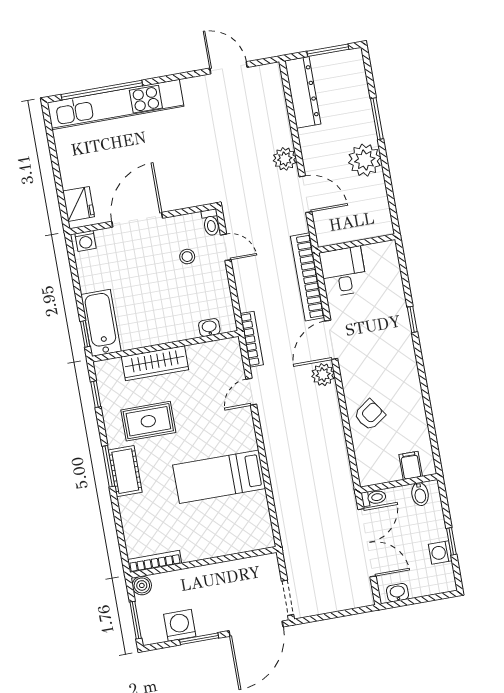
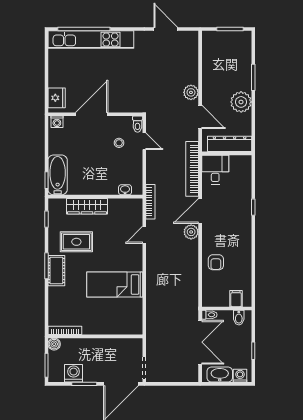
dresser: (303, 92) -> (230, 144), moved, turned -90
armchair: (370, 415) -> (216, 262), turned 125
washing machine: (440, 553) -> (240, 376), moved, turned 90
washbasin: (397, 593) -> (220, 374), width x1.91, depth x1.45

